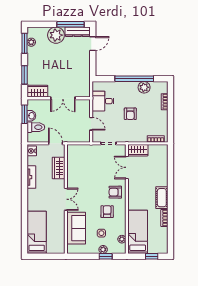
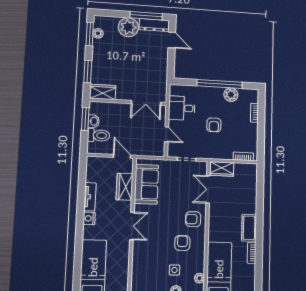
door: (93, 44) -> (172, 40), hinge flipped
double door: (63, 98) -> (146, 103), moved
nightstand: (32, 151) -> (89, 218), moved
sofa: (76, 228) -> (146, 184), moved

